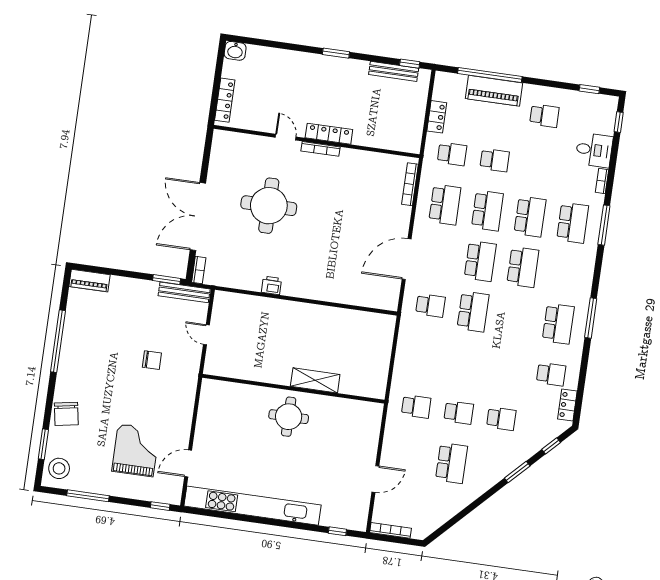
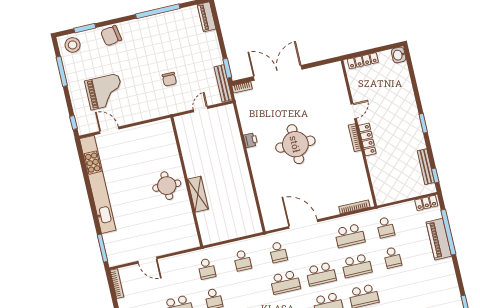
school desk: (544, 116) -> (242, 260), moved
locker: (437, 117) -> (426, 203), moved
round table: (269, 206) -> (295, 144), moved
window: (337, 531) -> (102, 248), width x2.17

